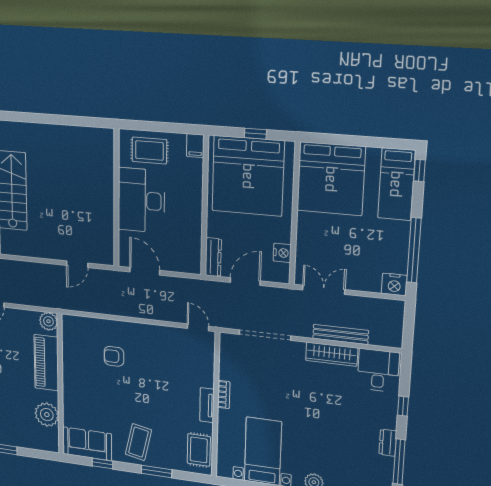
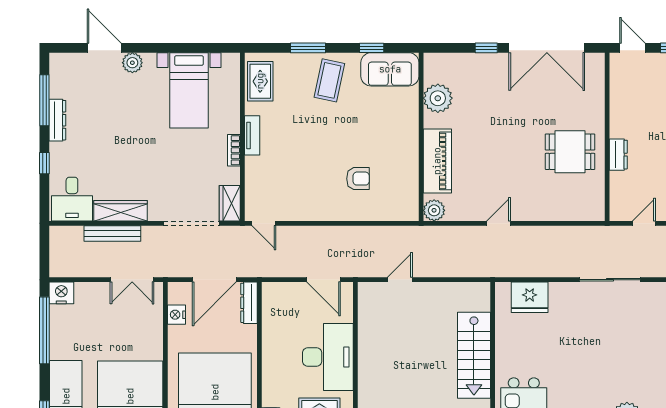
door: (245, 282) -> (214, 280), width x1.36
wardrobe: (229, 349) -> (230, 203), added
dresser: (388, 443) -> (57, 120), width x1.44

